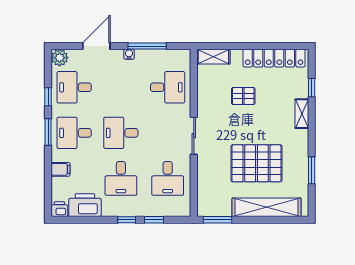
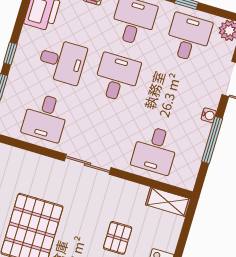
shelving: (213, 57) -> (168, 202), moved, turned 90
desk: (121, 178) -> (62, 61), turned 180
desk: (168, 178) -> (45, 117), turned -90

